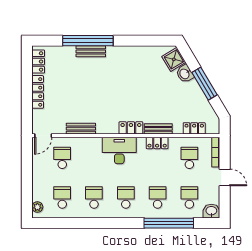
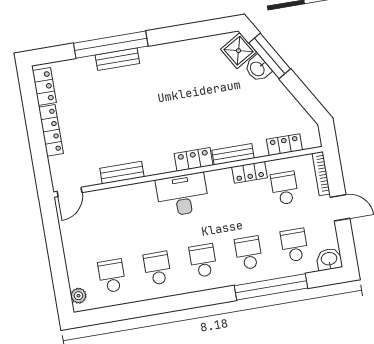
window: (205, 84) -> (270, 56), moved
locker: (157, 143) -> (249, 172), moved
school desk: (62, 158) -> (102, 219), removed

